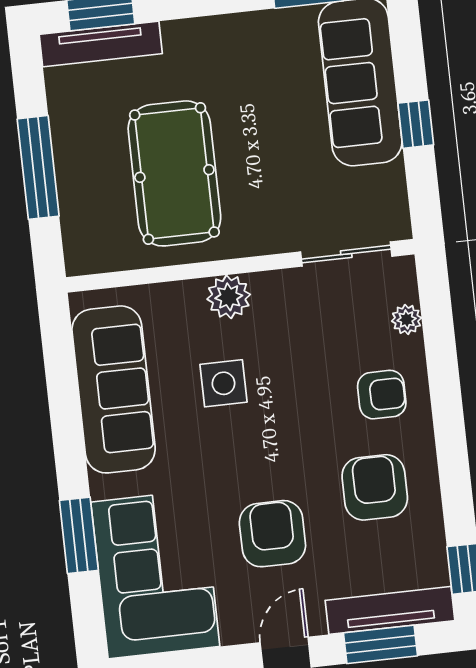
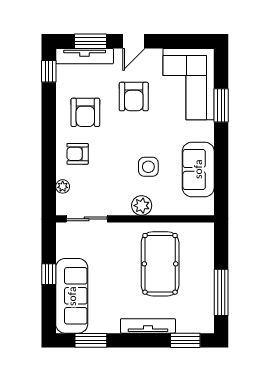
tv unit: (101, 44) -> (148, 326), moved
window: (38, 167) -> (221, 292), moved
sofa: (114, 389) -> (198, 169), width x0.73

